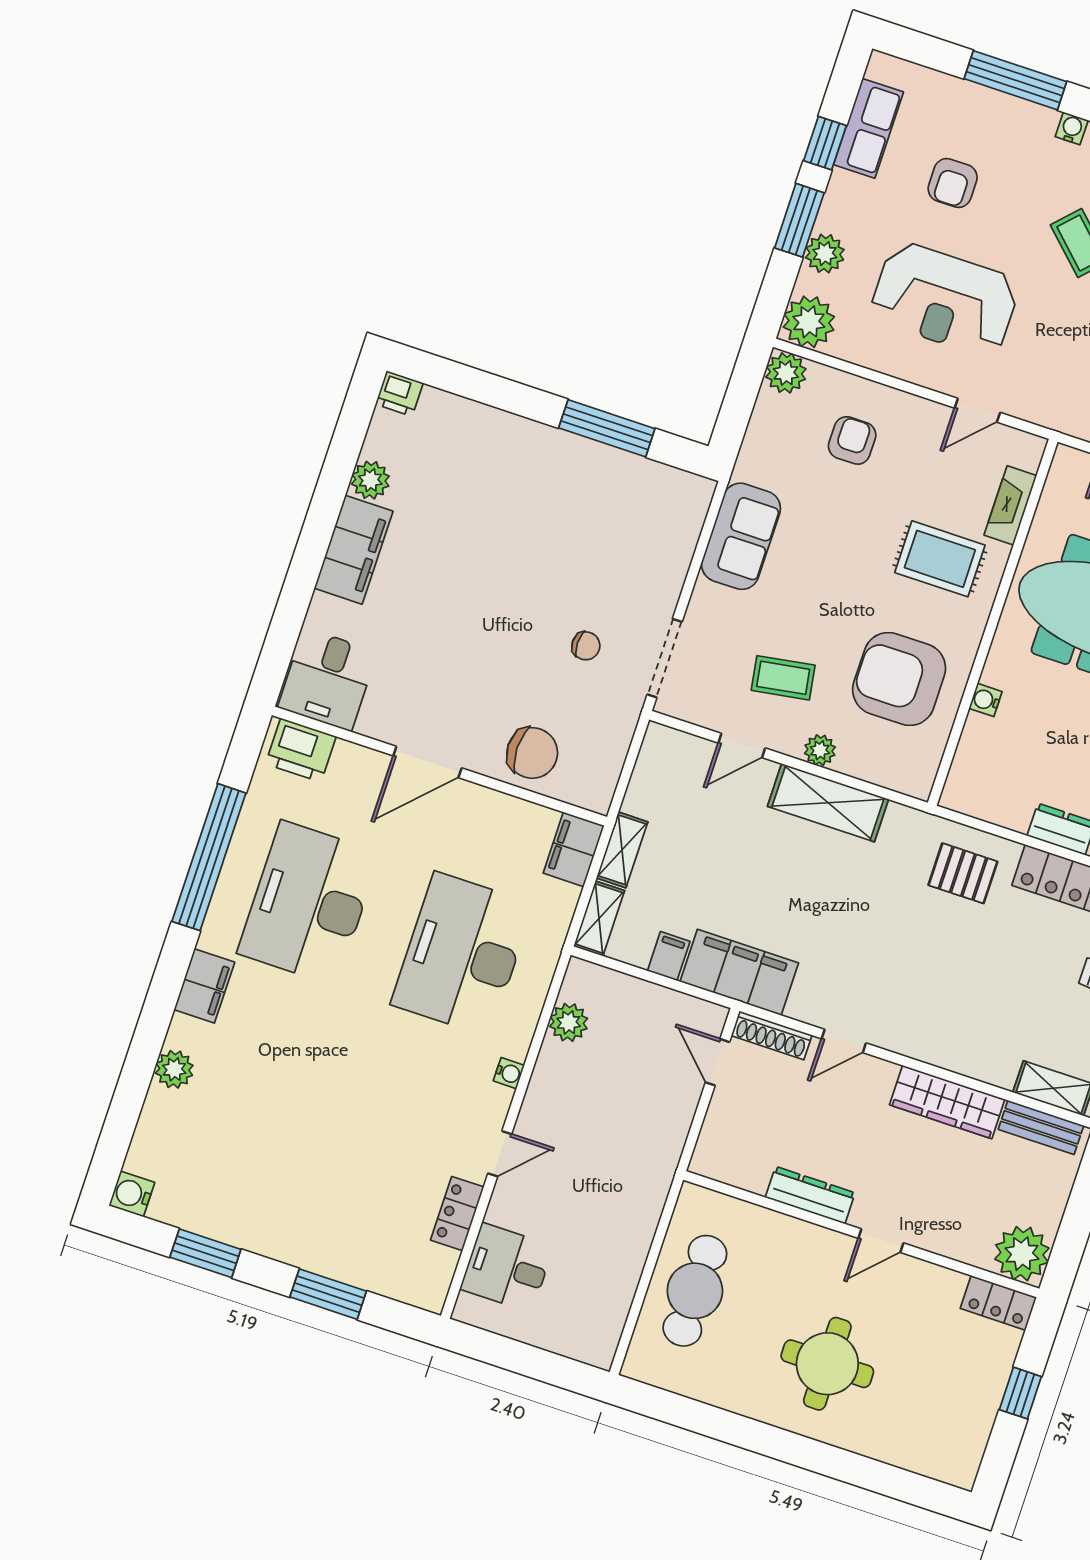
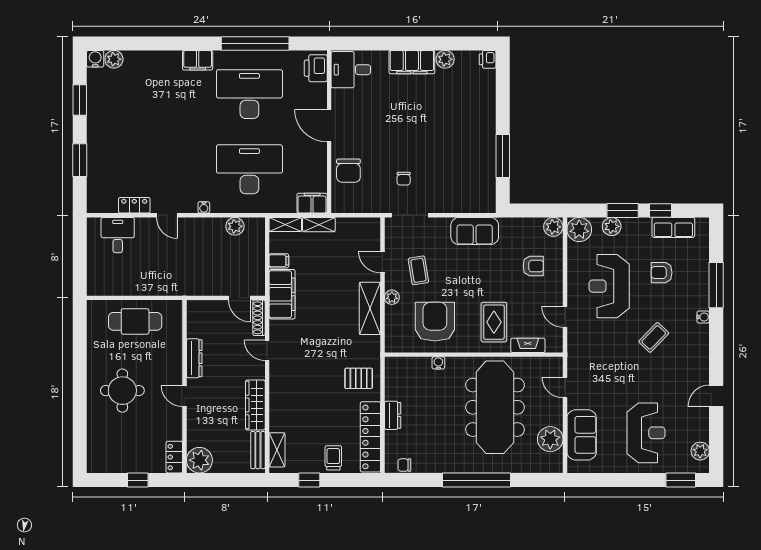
pallet: (963, 873) -> (359, 378), turned 90
door: (718, 1062) -> (239, 298), swing flipped
plant: (174, 1069) -> (114, 59), moved

